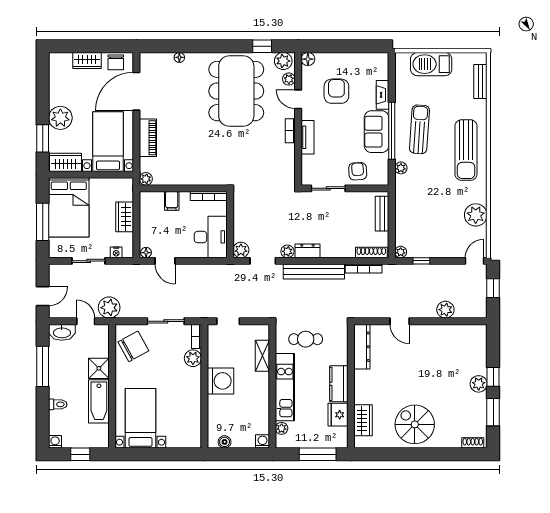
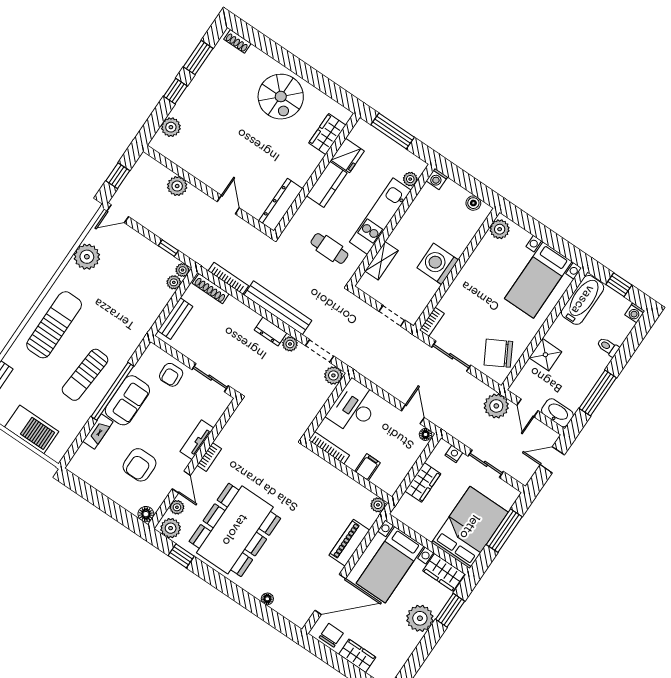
plant: (401, 168) -> (174, 282), moved
plant: (193, 358) -> (500, 229), moved
plant: (479, 384) -> (171, 127), moved
bathtub: (99, 401) -> (583, 300), moved

